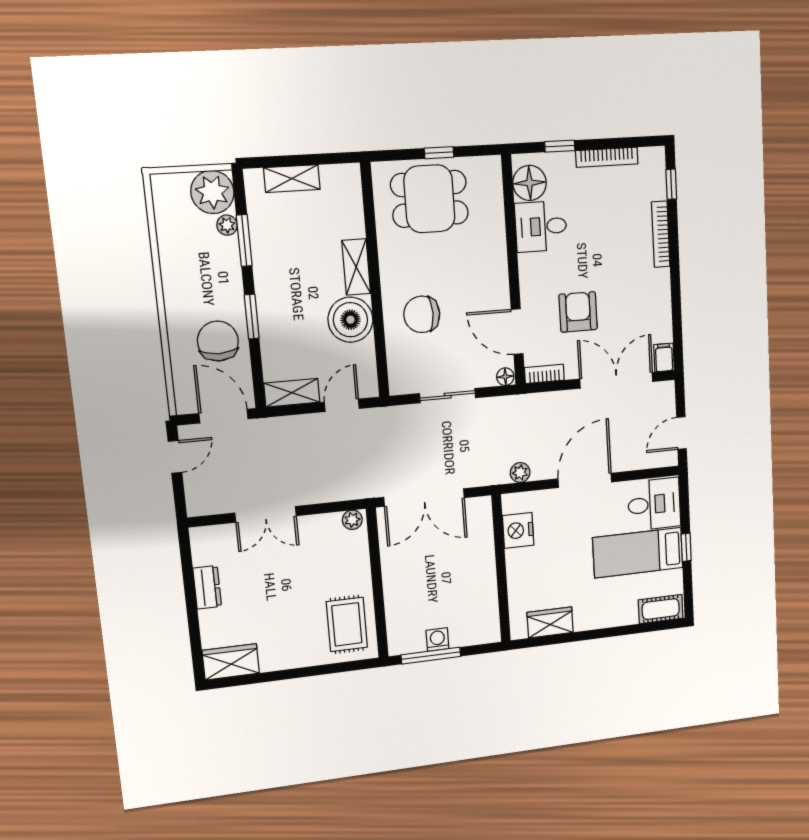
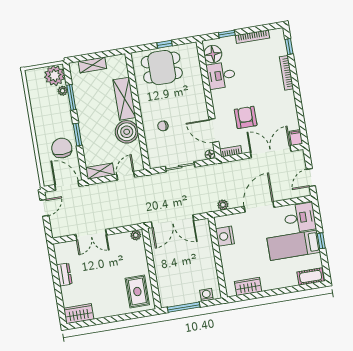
shelving: (356, 267) -> (124, 99), width x1.50, depth x1.33
chair: (422, 314) -> (163, 126), width x0.54, depth x0.54
washing machine: (437, 640) -> (206, 295), moved

